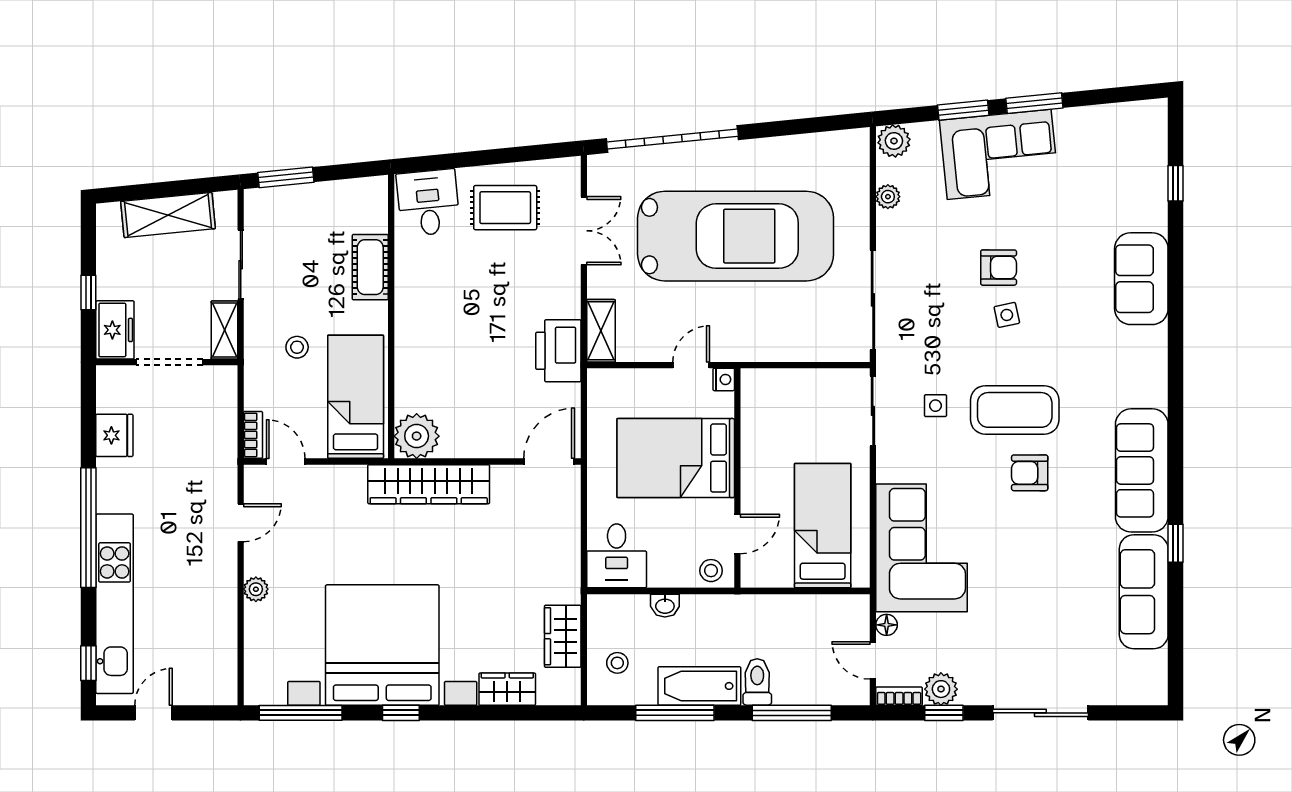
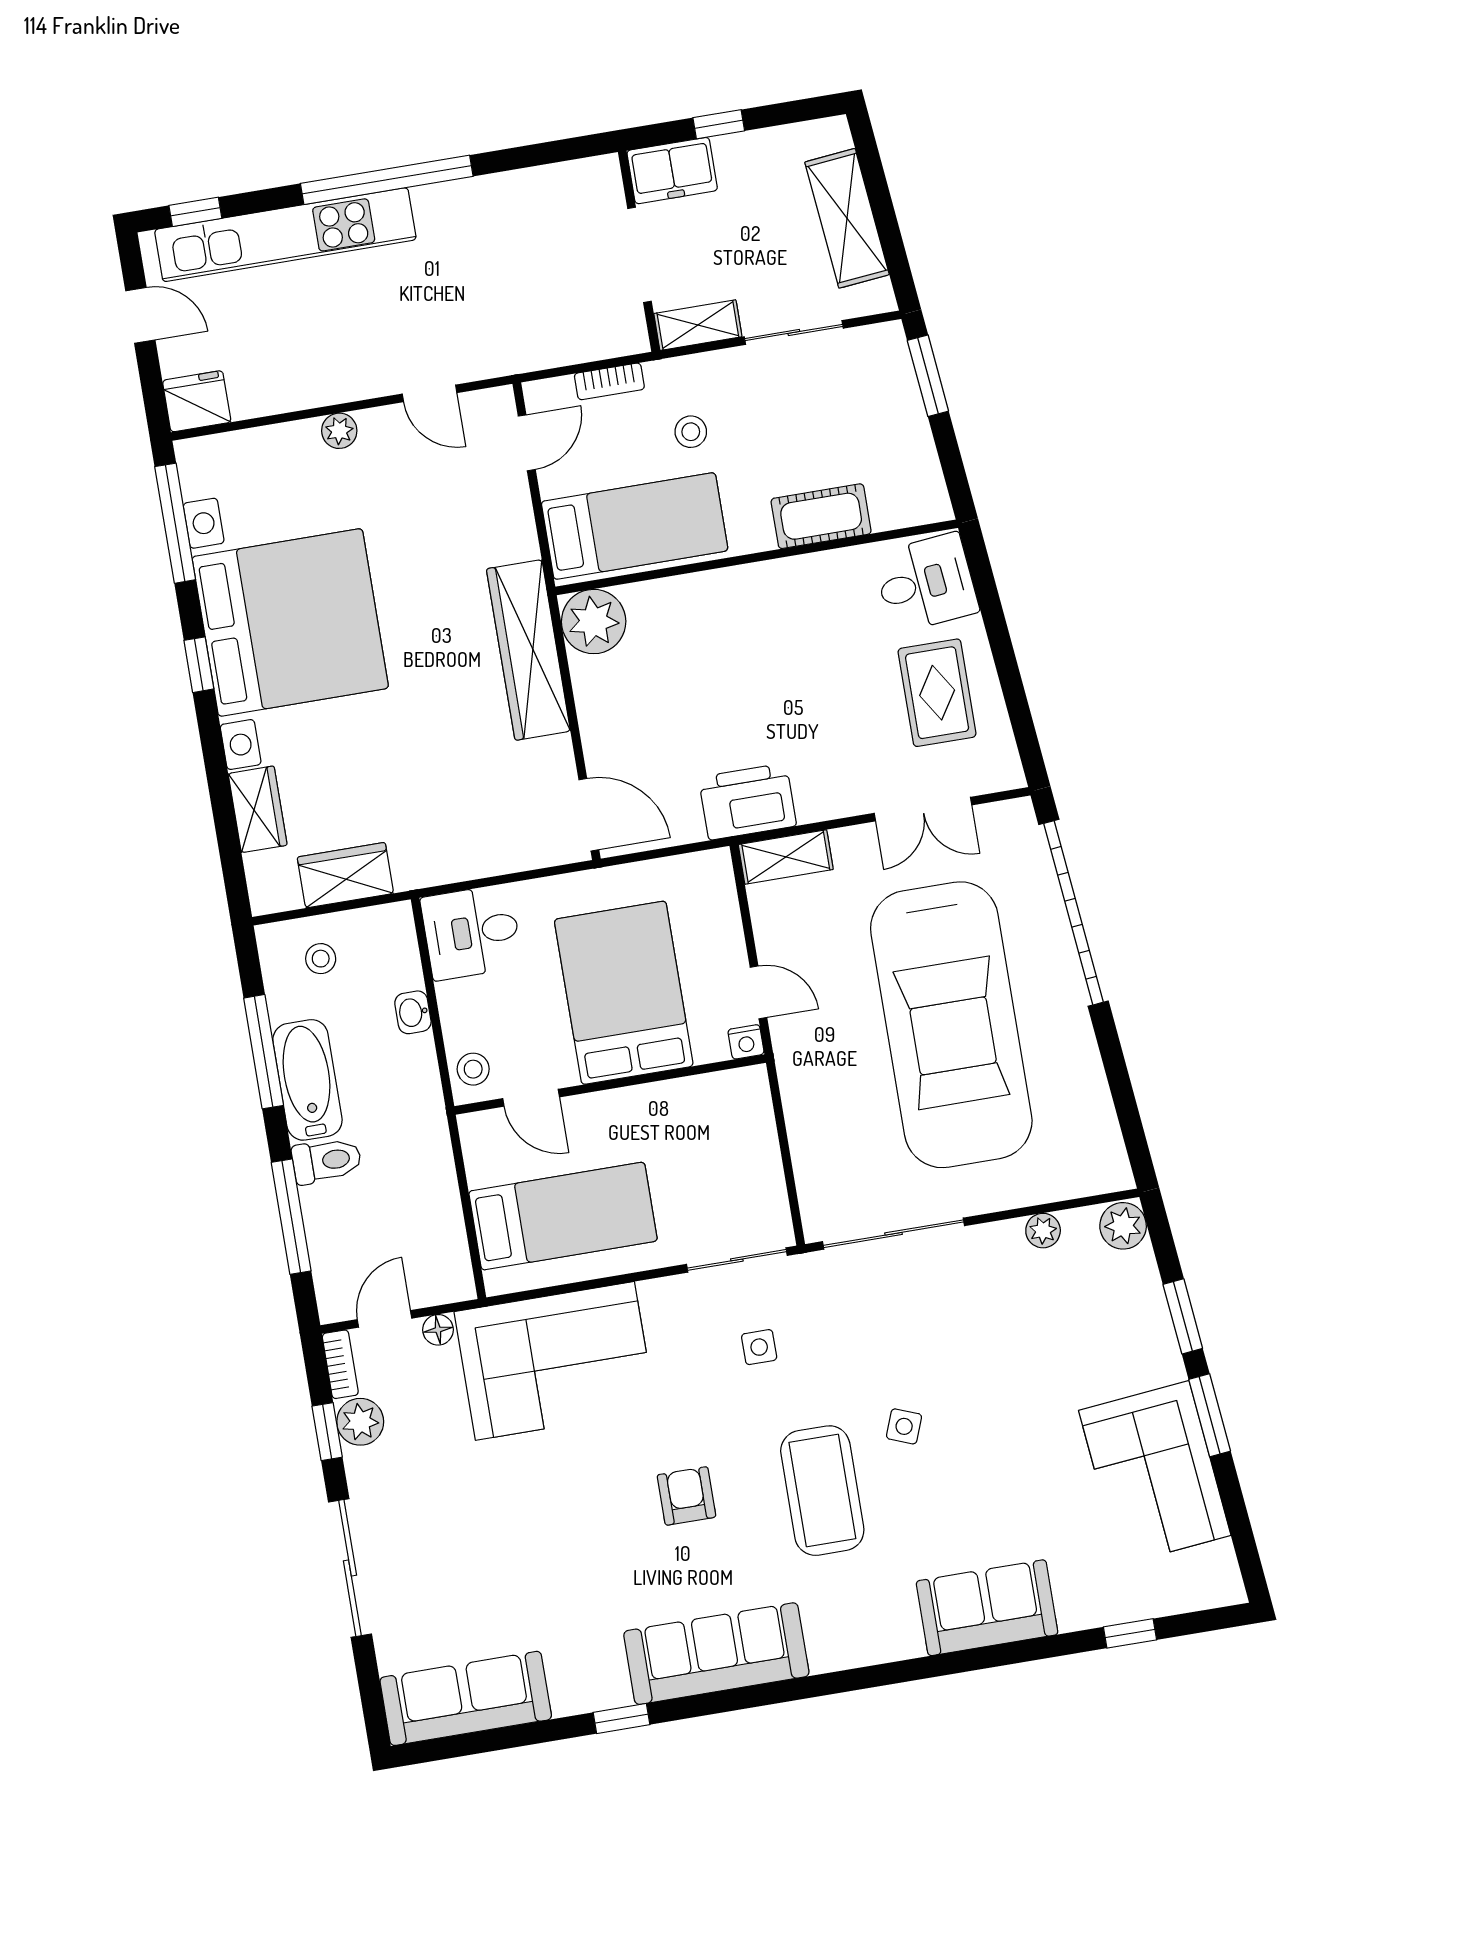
corner sofa: (999, 154) -> (1155, 1473), moved
armchair: (999, 268) -> (969, 1403), removed
side table: (1007, 315) -> (904, 1426), turned 33
coffee table: (1015, 410) -> (822, 1491), moved
fridge: (114, 435) -> (197, 401), moved, turned 180
bookcase: (253, 435) -> (609, 381), moved
sofa: (1144, 592) -> (466, 1698), moved

